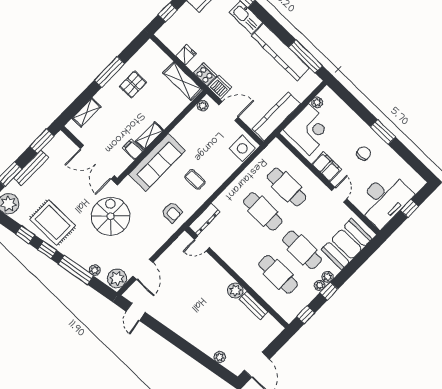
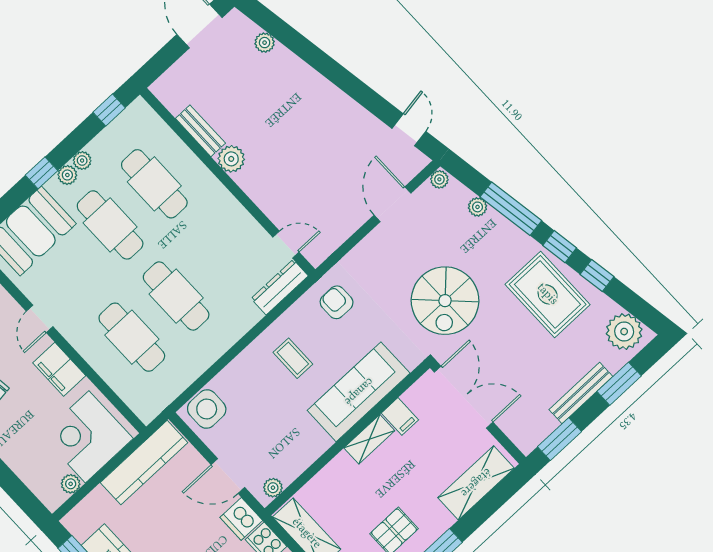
shelving: (86, 113) -> (476, 483), width x1.50, depth x1.33
plant: (117, 278) -> (439, 179), width x0.53, depth x0.53
window: (329, 291) -> (41, 173), moved

